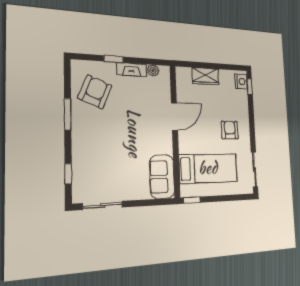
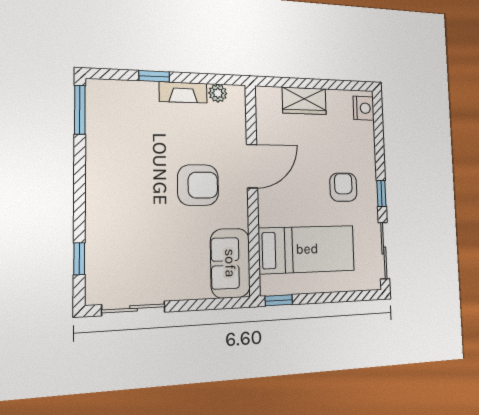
window: (250, 86) -> (381, 193), moved
armchair: (95, 92) -> (198, 185), moved, turned 67
window: (68, 114) -> (80, 110), moved

